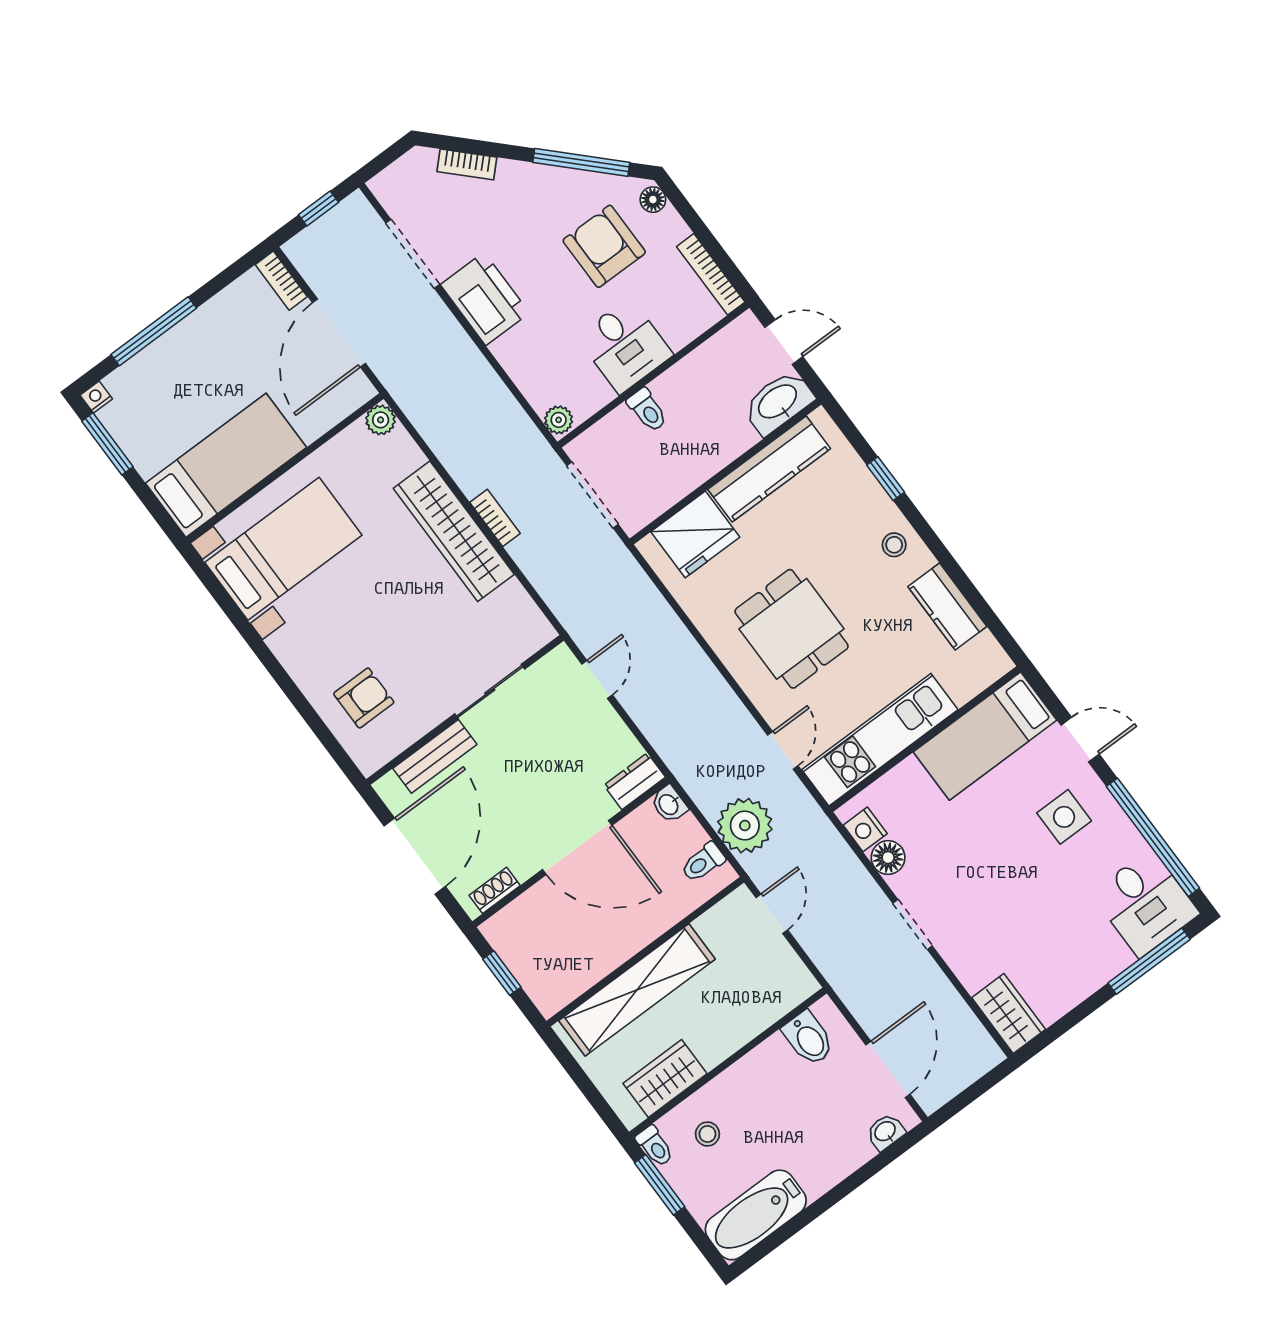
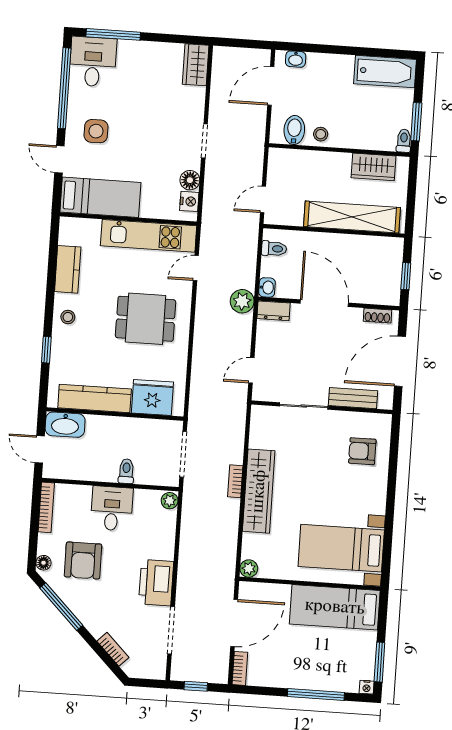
dining table: (792, 629) -> (146, 319), turned 90
plant: (745, 826) -> (242, 301), moved, width x0.73, depth x0.73
stool: (707, 1134) -> (321, 134), moved

